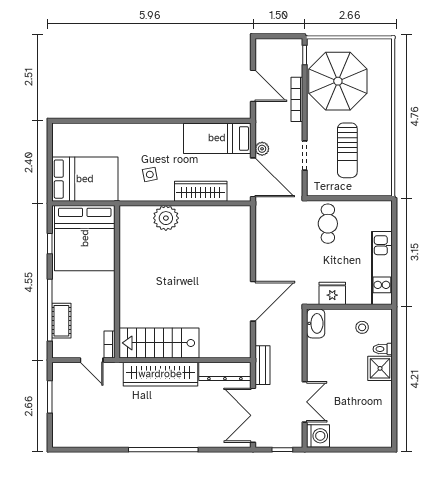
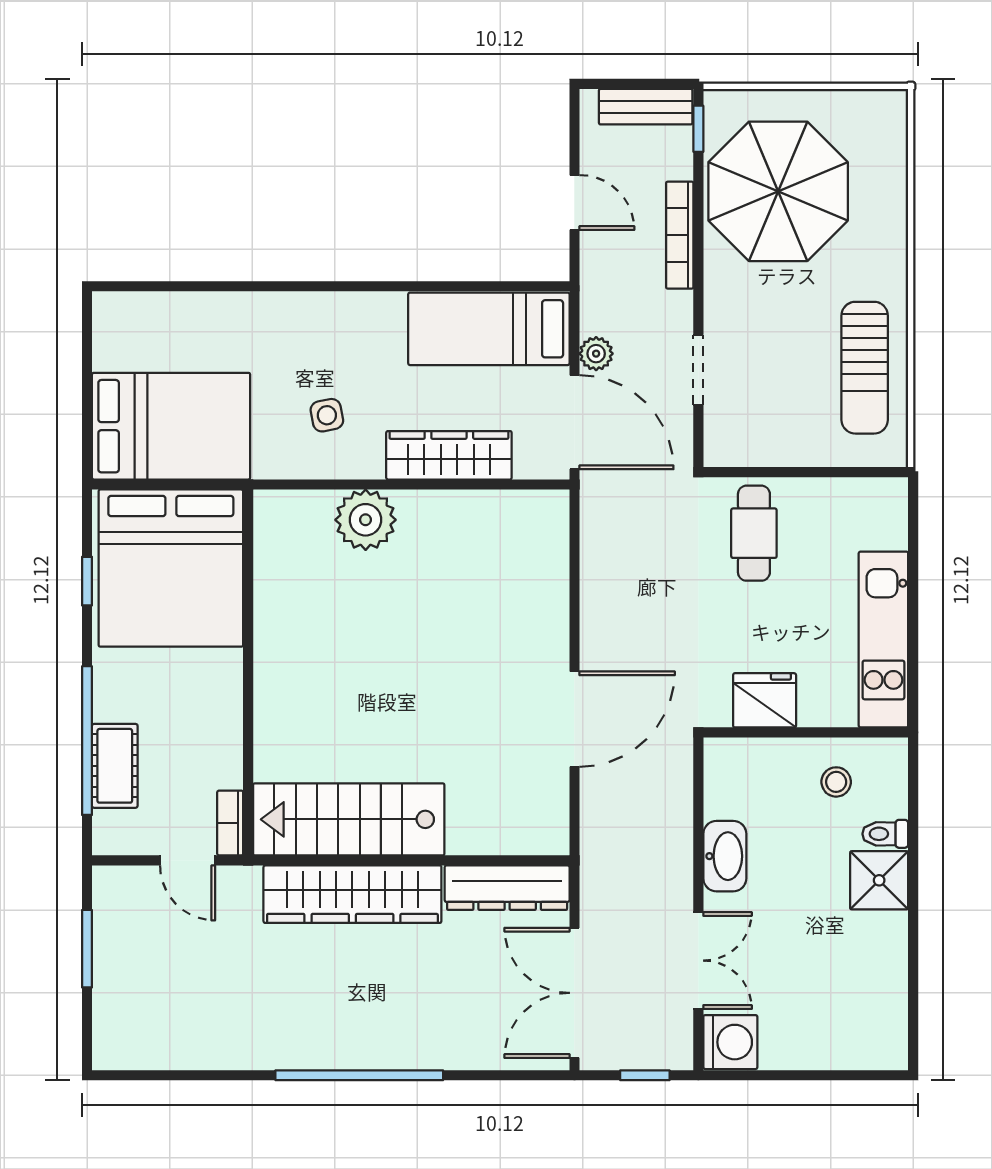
door: (253, 86) -> (574, 202), width x0.73
sun lounger: (347, 150) -> (865, 368), moved
washbasin: (316, 323) -> (725, 856), moved
bench: (263, 365) -> (646, 107), moved, turned 90

